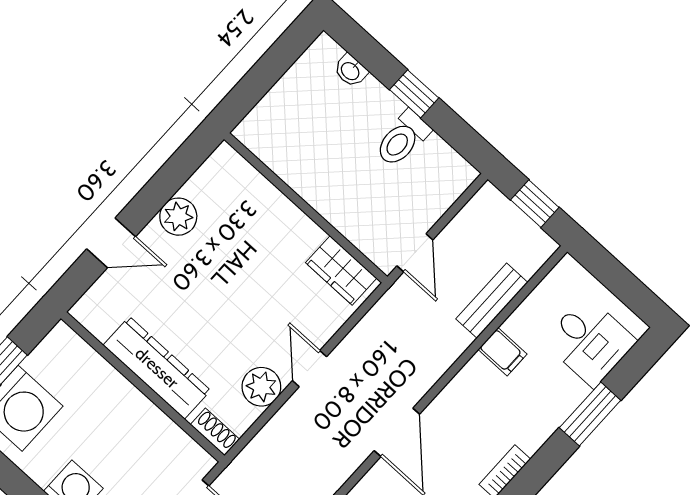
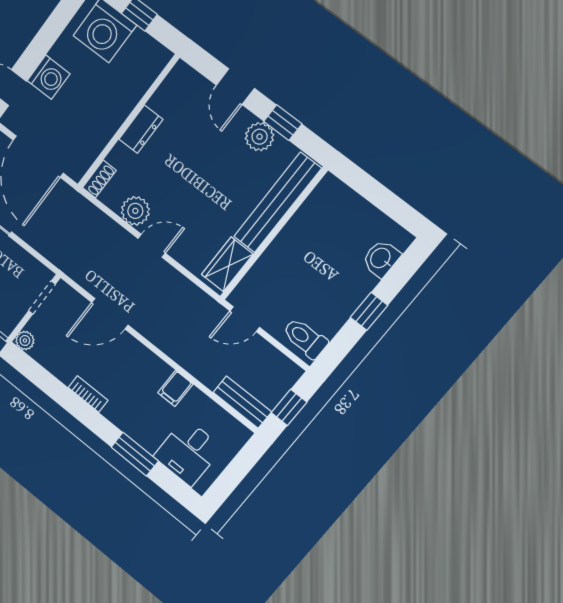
washbasin: (351, 71) -> (381, 258), width x1.38, depth x1.45
toilet: (402, 139) -> (305, 338), moved
window: (163, 186) -> (283, 123), added
bench: (265, 200) -> (277, 203), added
bench: (492, 301) -> (242, 402), moved
dresser: (157, 368) -> (141, 129), width x0.51, depth x0.80

